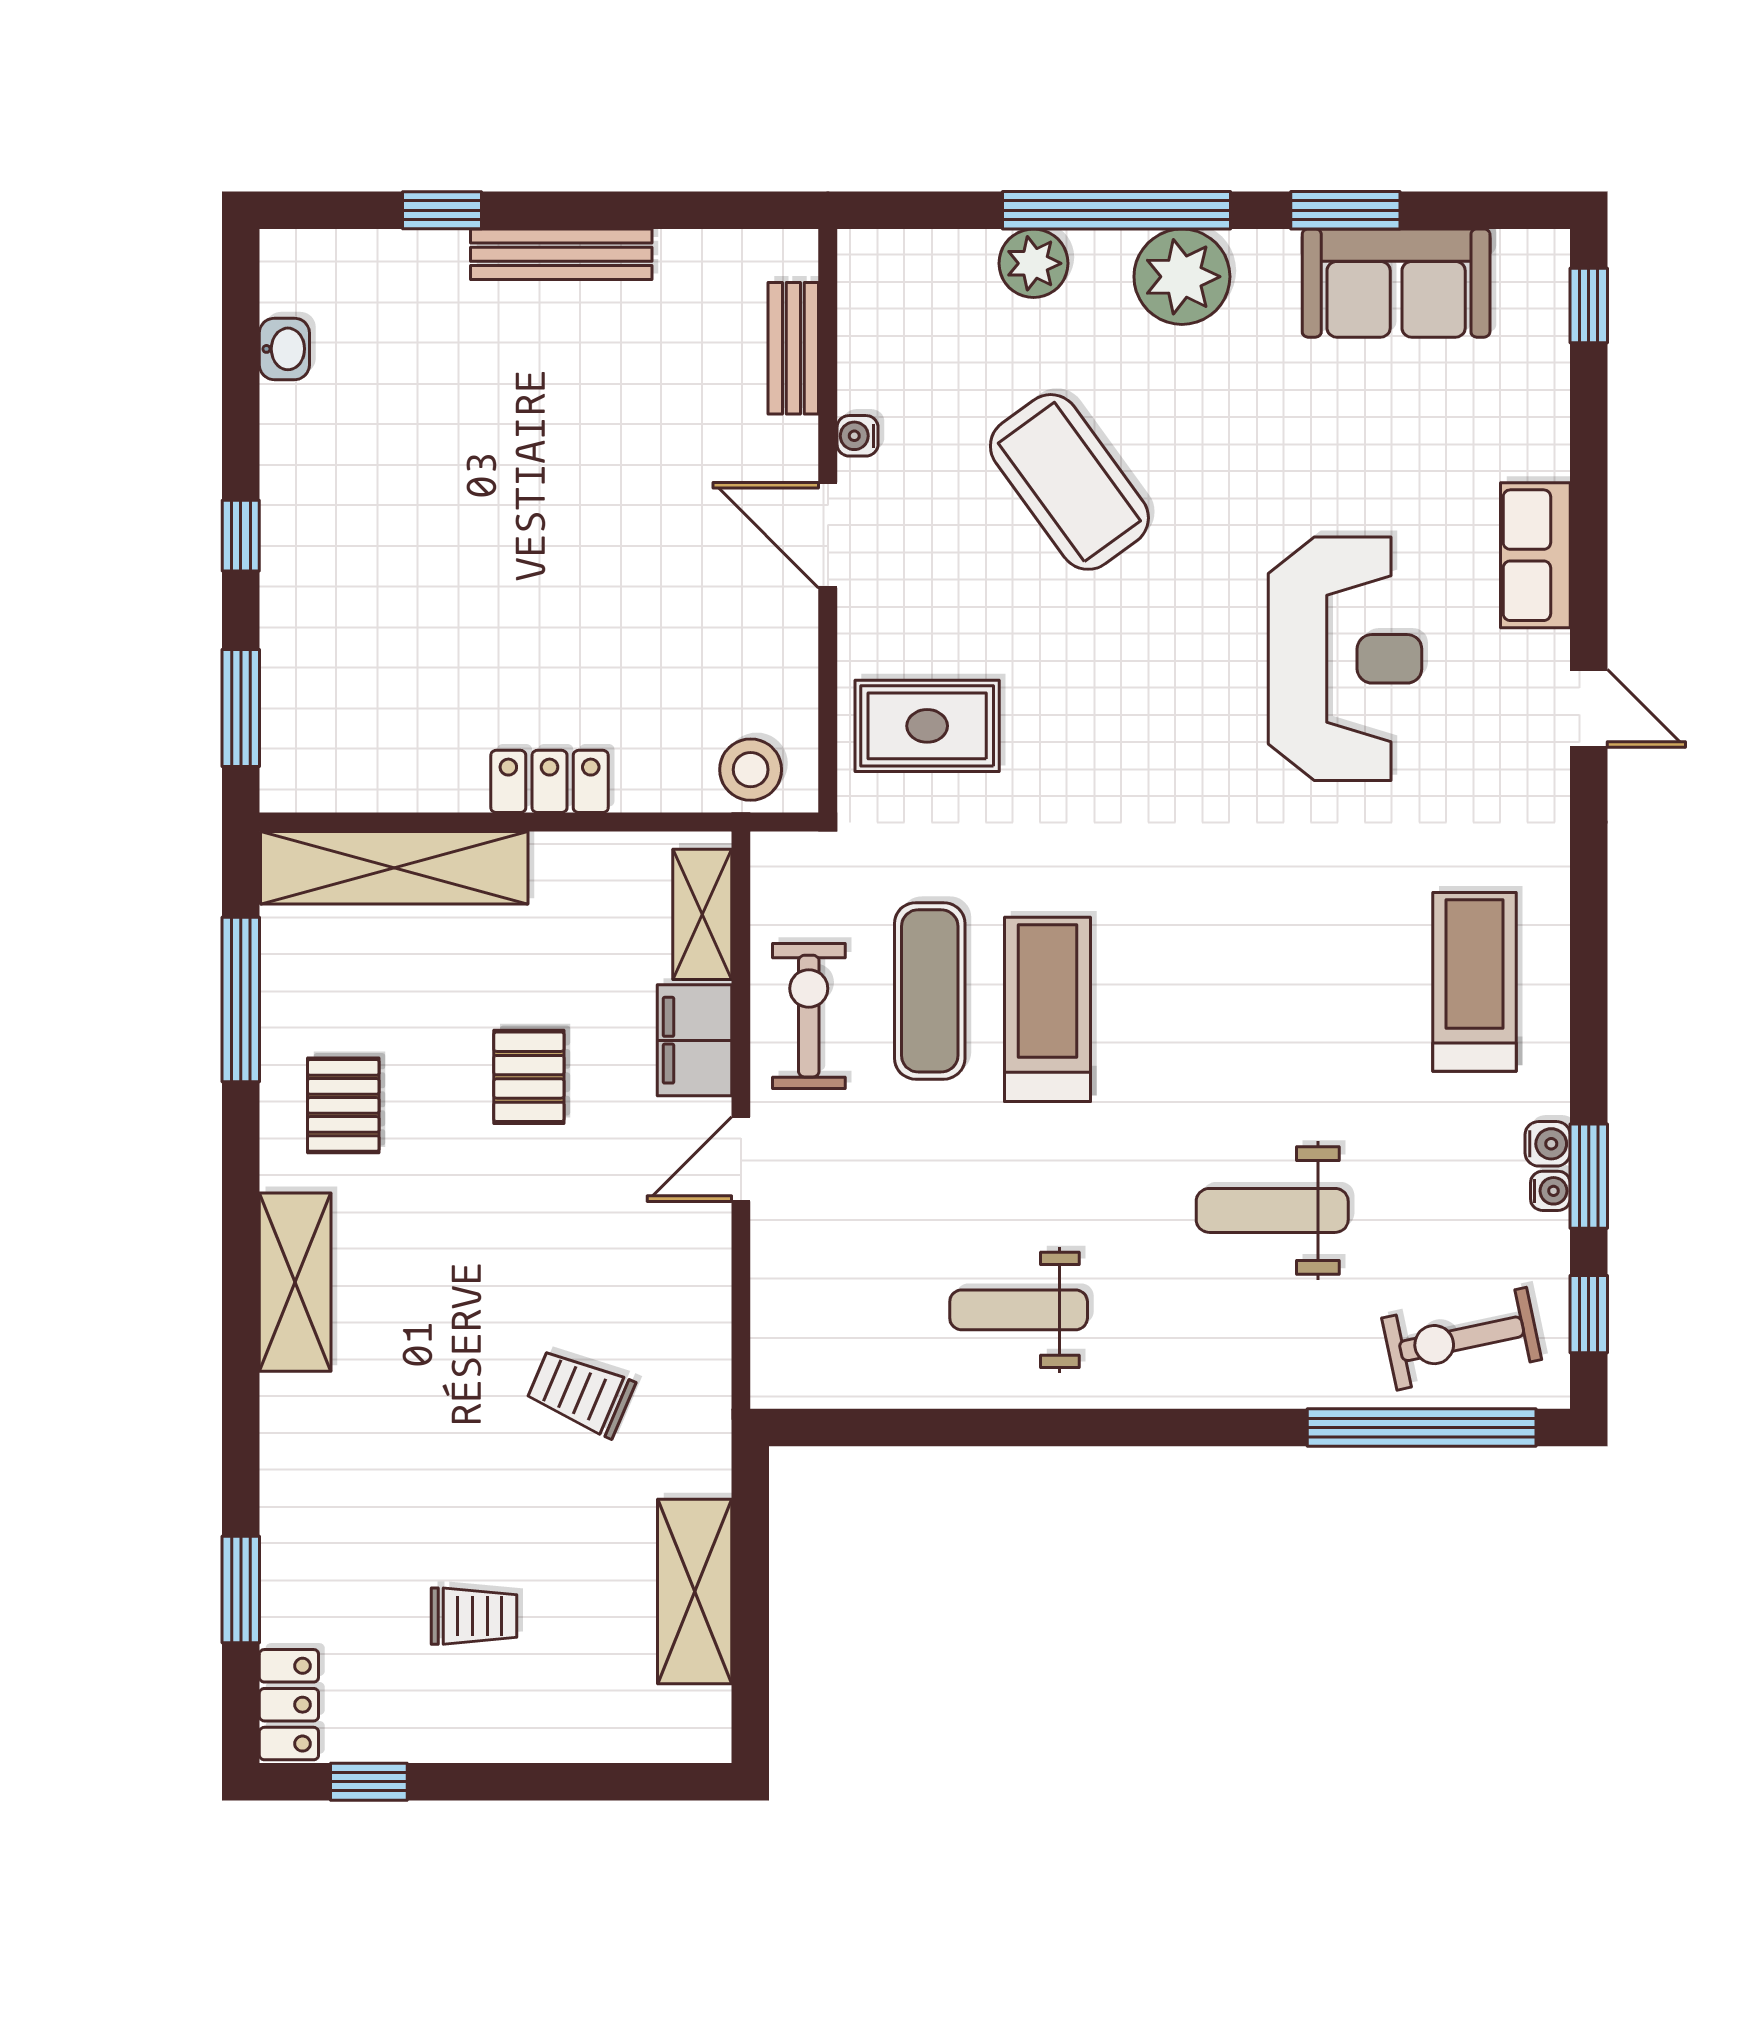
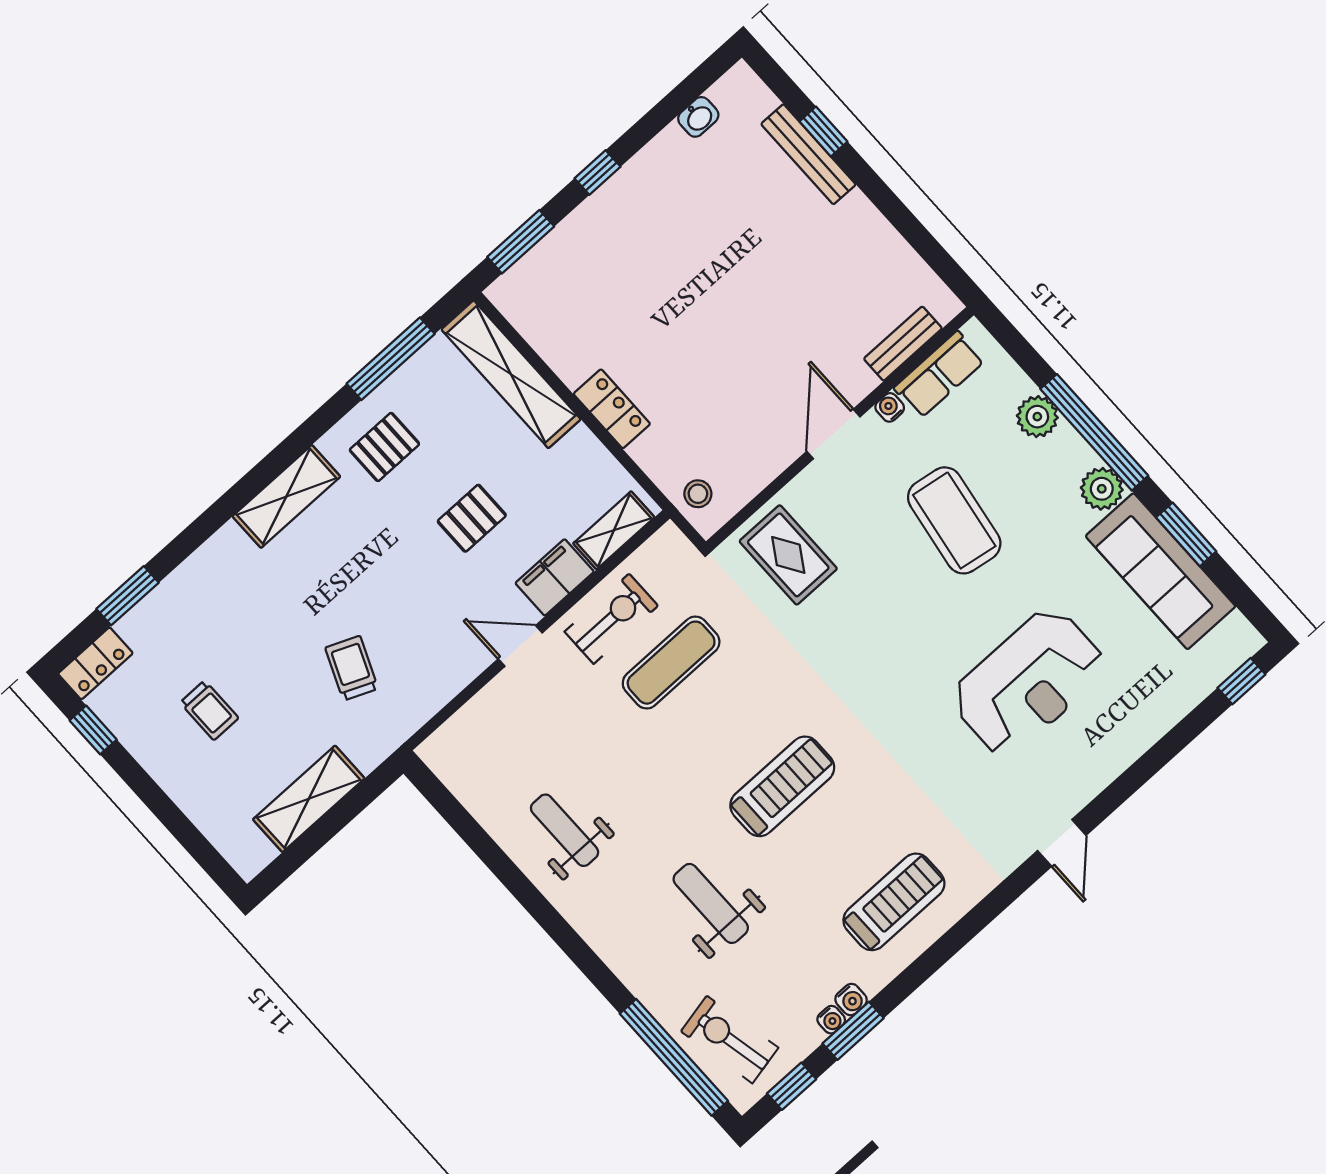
bench: (561, 254) -> (808, 154), moved
plant: (1182, 277) -> (1102, 489), width x0.73, depth x0.73
sofa: (1396, 283) -> (1161, 571), width x1.36
coffee table: (1069, 482) -> (954, 520), turned -45
row of seats: (1535, 555) -> (939, 374), moved, turned 180
reception desk: (1345, 659) -> (1028, 682), moved
stool: (751, 770) -> (698, 494), width x0.73, depth x0.73
treadmill: (1047, 1009) -> (782, 786), moved

